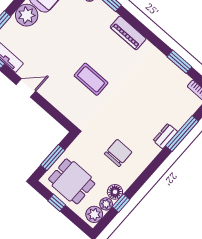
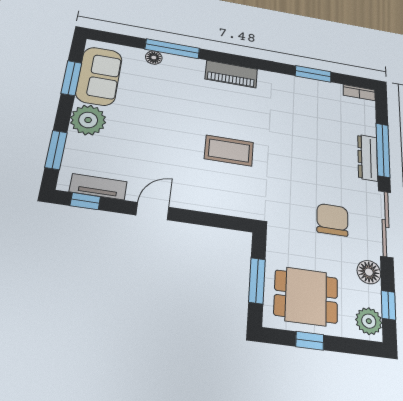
dresser: (165, 136) -> (368, 158), width x1.44
sliding door: (147, 174) -> (386, 224), added
window: (121, 203) -> (388, 305), moved
plant: (106, 204) -> (371, 296), removed

